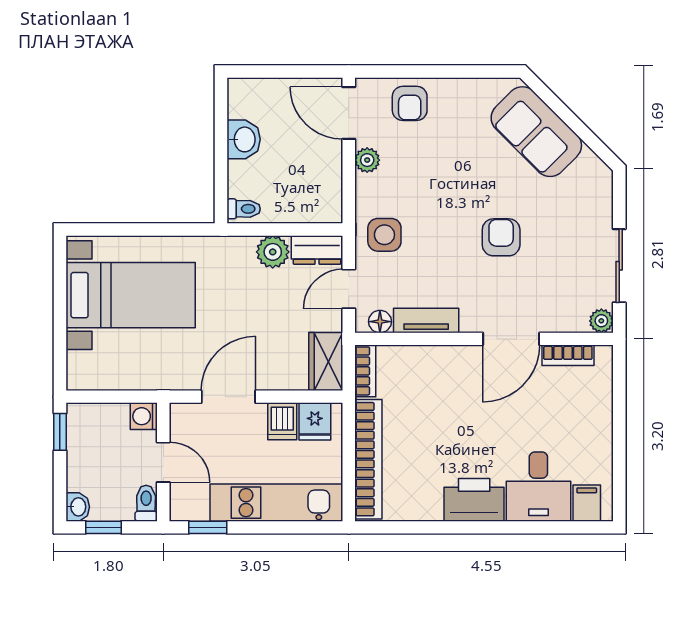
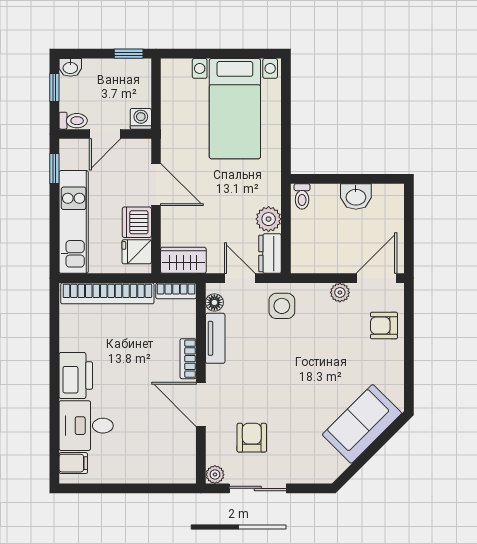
armchair: (501, 237) -> (252, 438), moved, turned -90
bookcase: (568, 355) -> (188, 359), moved
dishwasher: (282, 421) -> (137, 222), width x1.38

